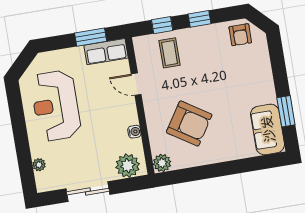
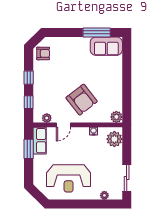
coffee table: (170, 53) -> (47, 100), removed
plant: (142, 57) -> (47, 118), added
window: (286, 111) -> (97, 32), width x1.44
armchair: (189, 123) -> (82, 100), moved, turned 109
sliding door: (88, 192) -> (127, 178), moved

